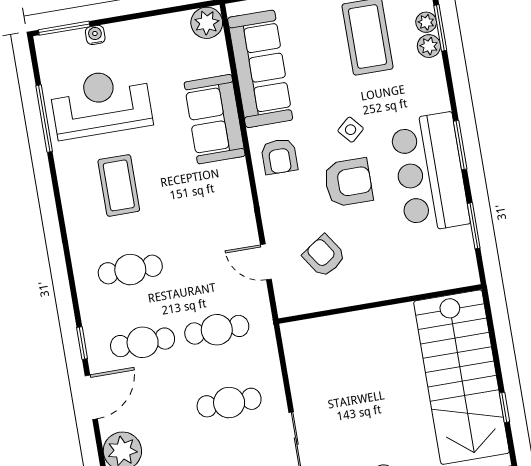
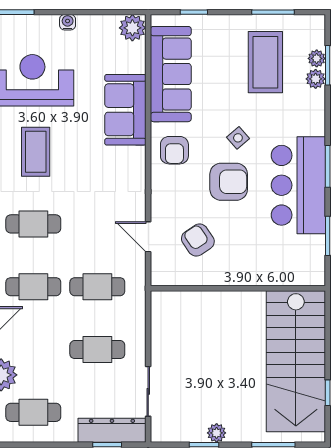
water cooler: (95, 35) -> (68, 22), moved

